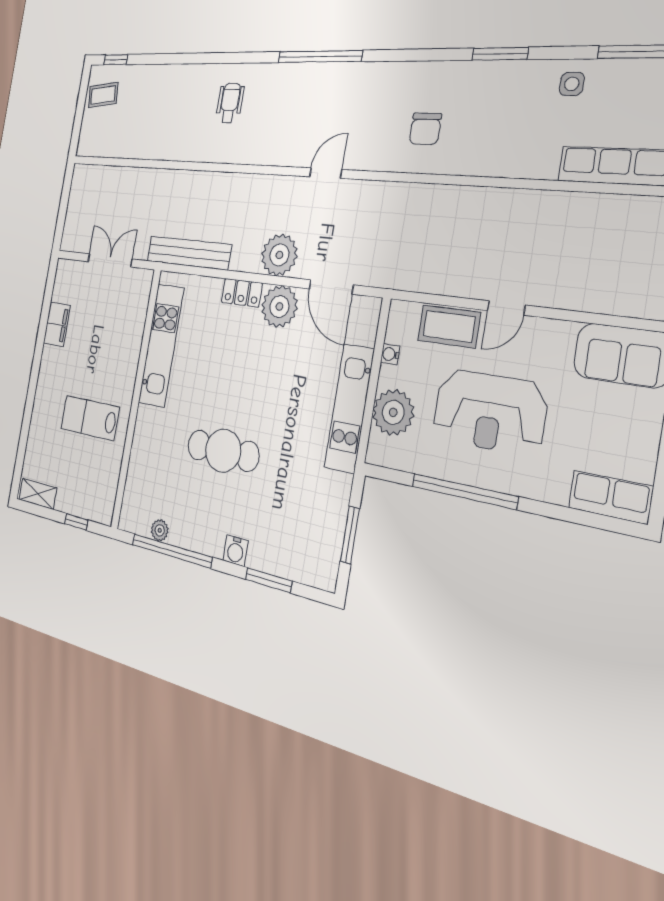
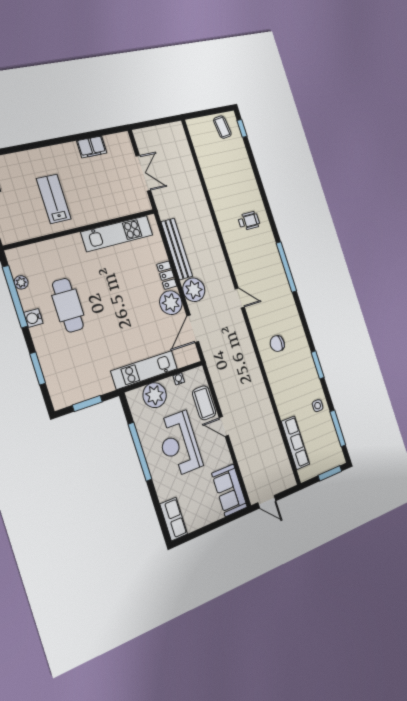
bench: (189, 253) -> (177, 249), moved
cafe table: (223, 451) -> (68, 305), moved
water cooler: (235, 551) -> (33, 318), moved

